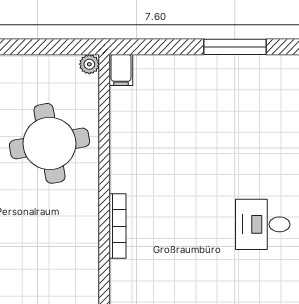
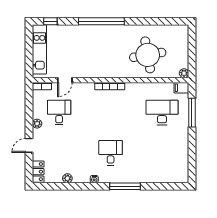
window: (235, 47) -> (192, 113), moved
desk: (175, 112) -> (162, 113), added

